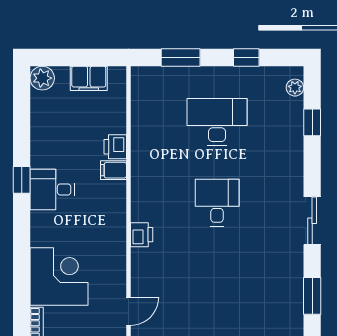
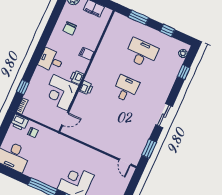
chair: (60, 137) -> (70, 28), added
printer: (115, 147) -> (77, 77), moved
window: (22, 180) -> (23, 87), moved
desk: (52, 189) -> (51, 60), moved
corner desk: (59, 277) -> (60, 93), moved, turned 180

